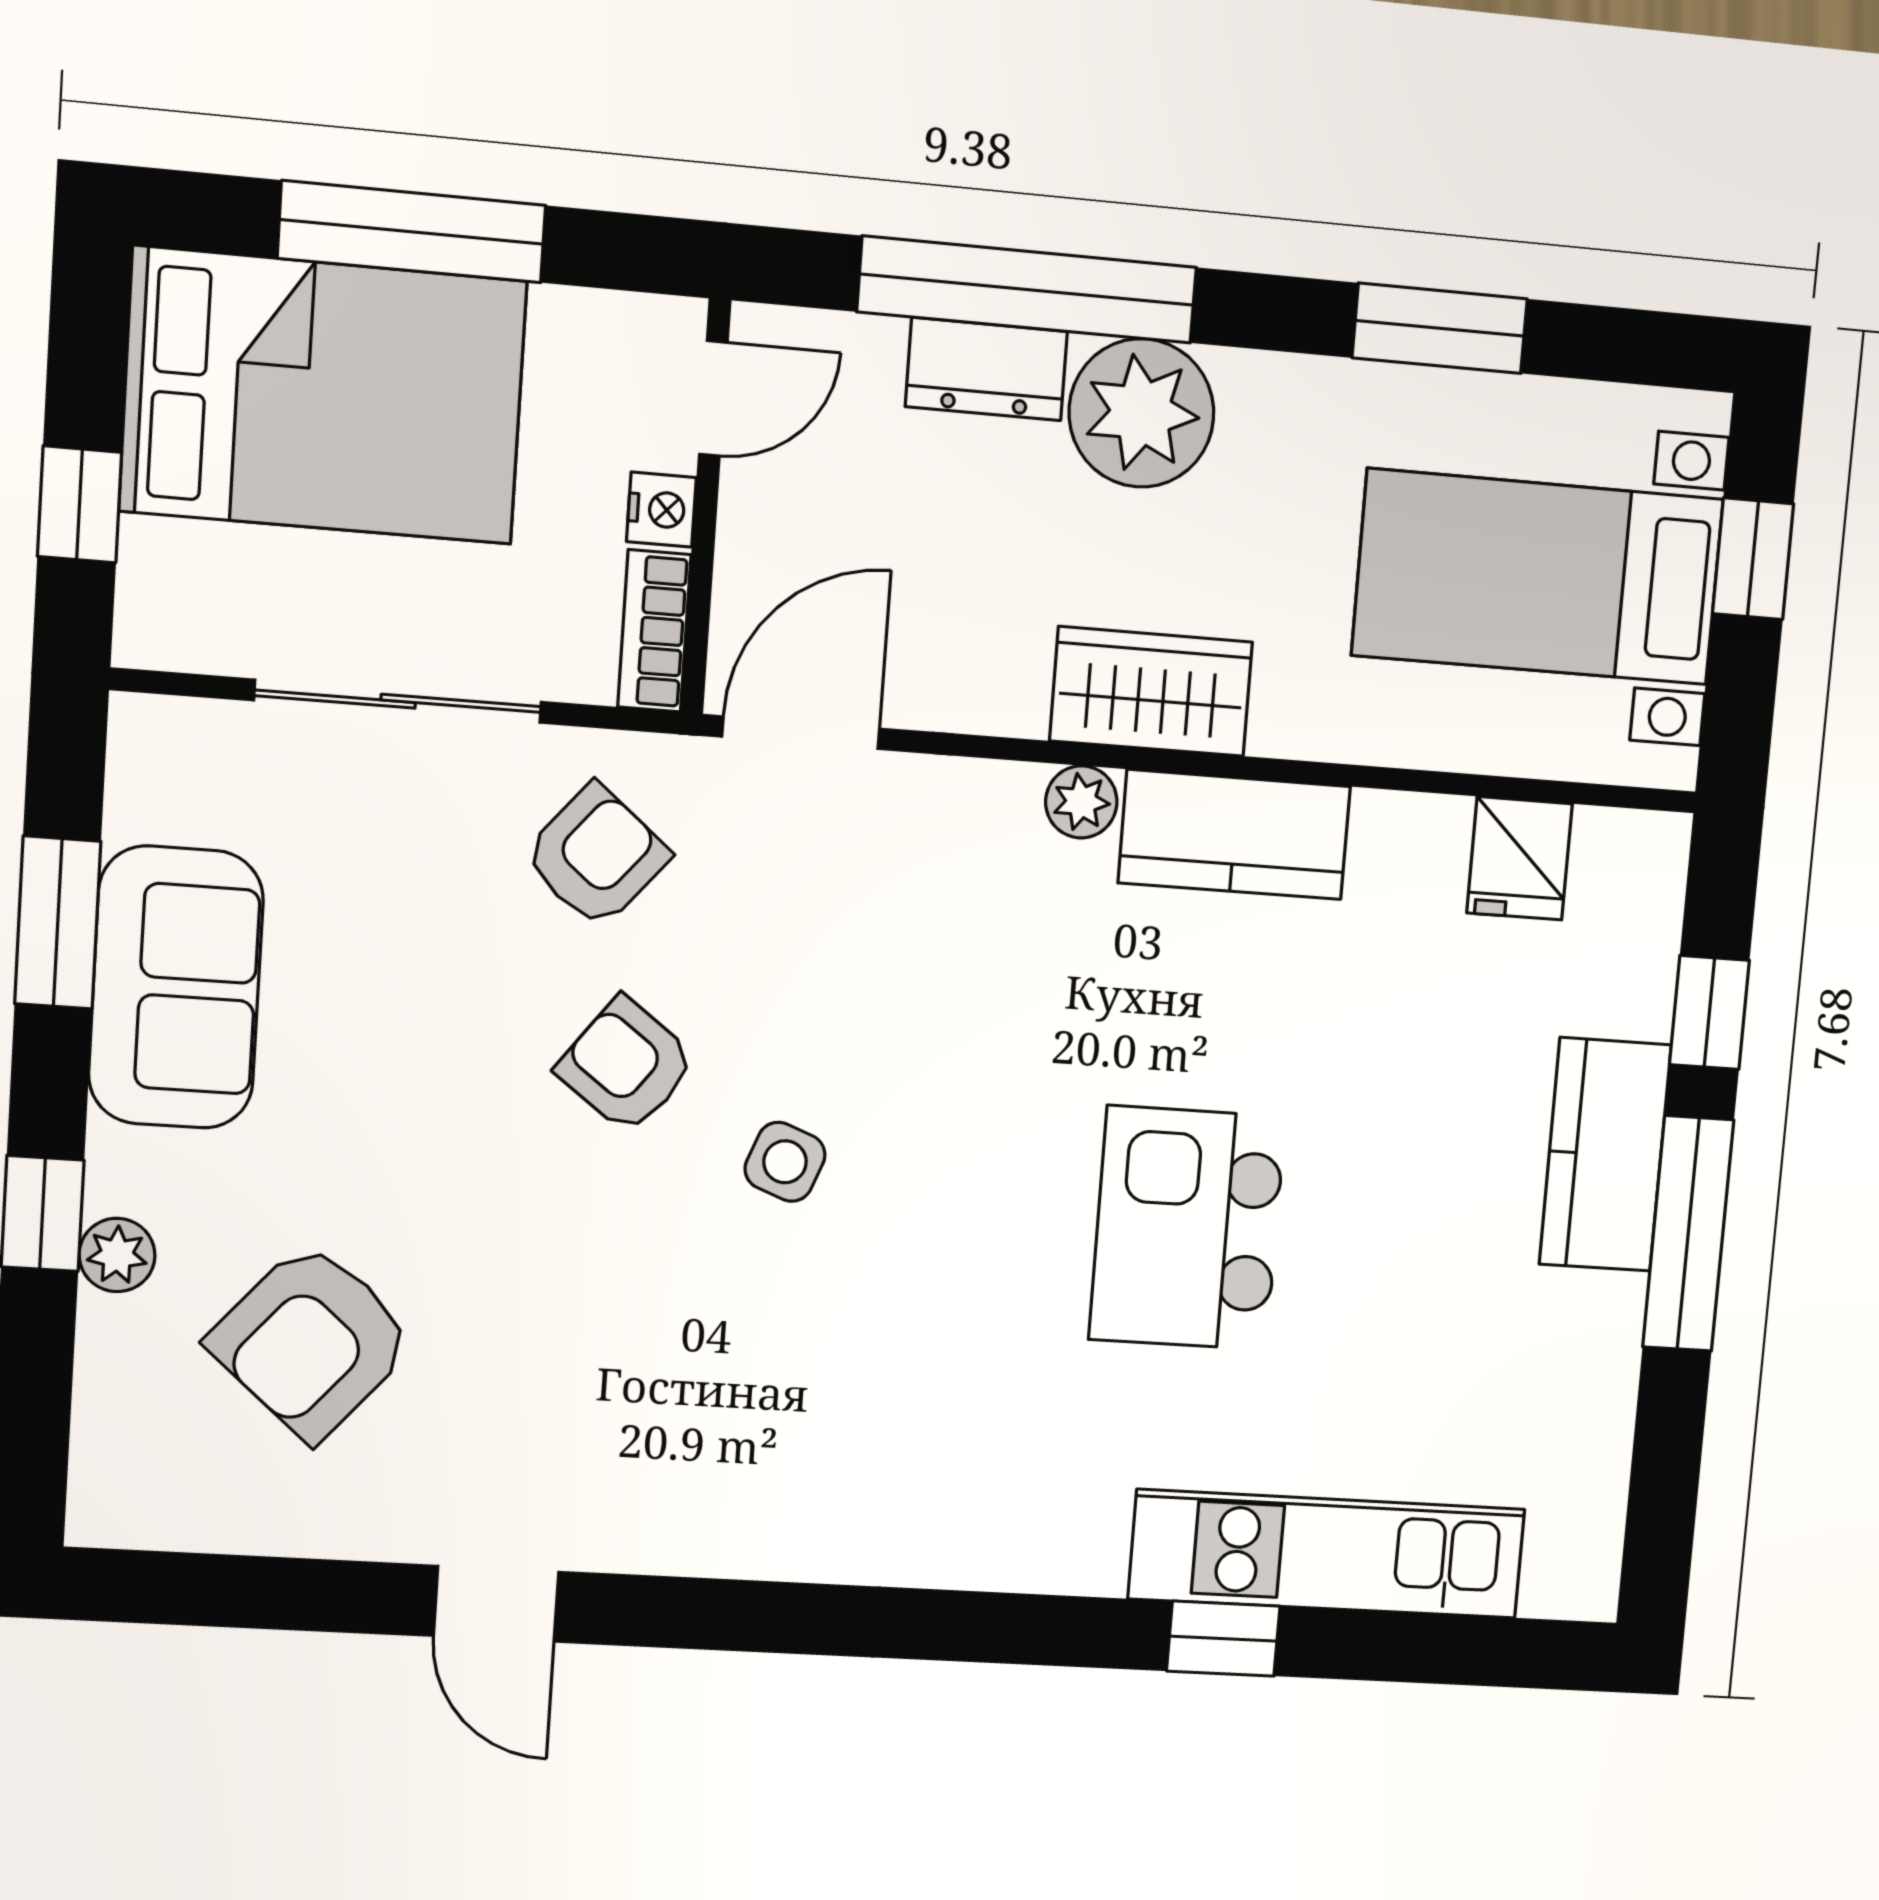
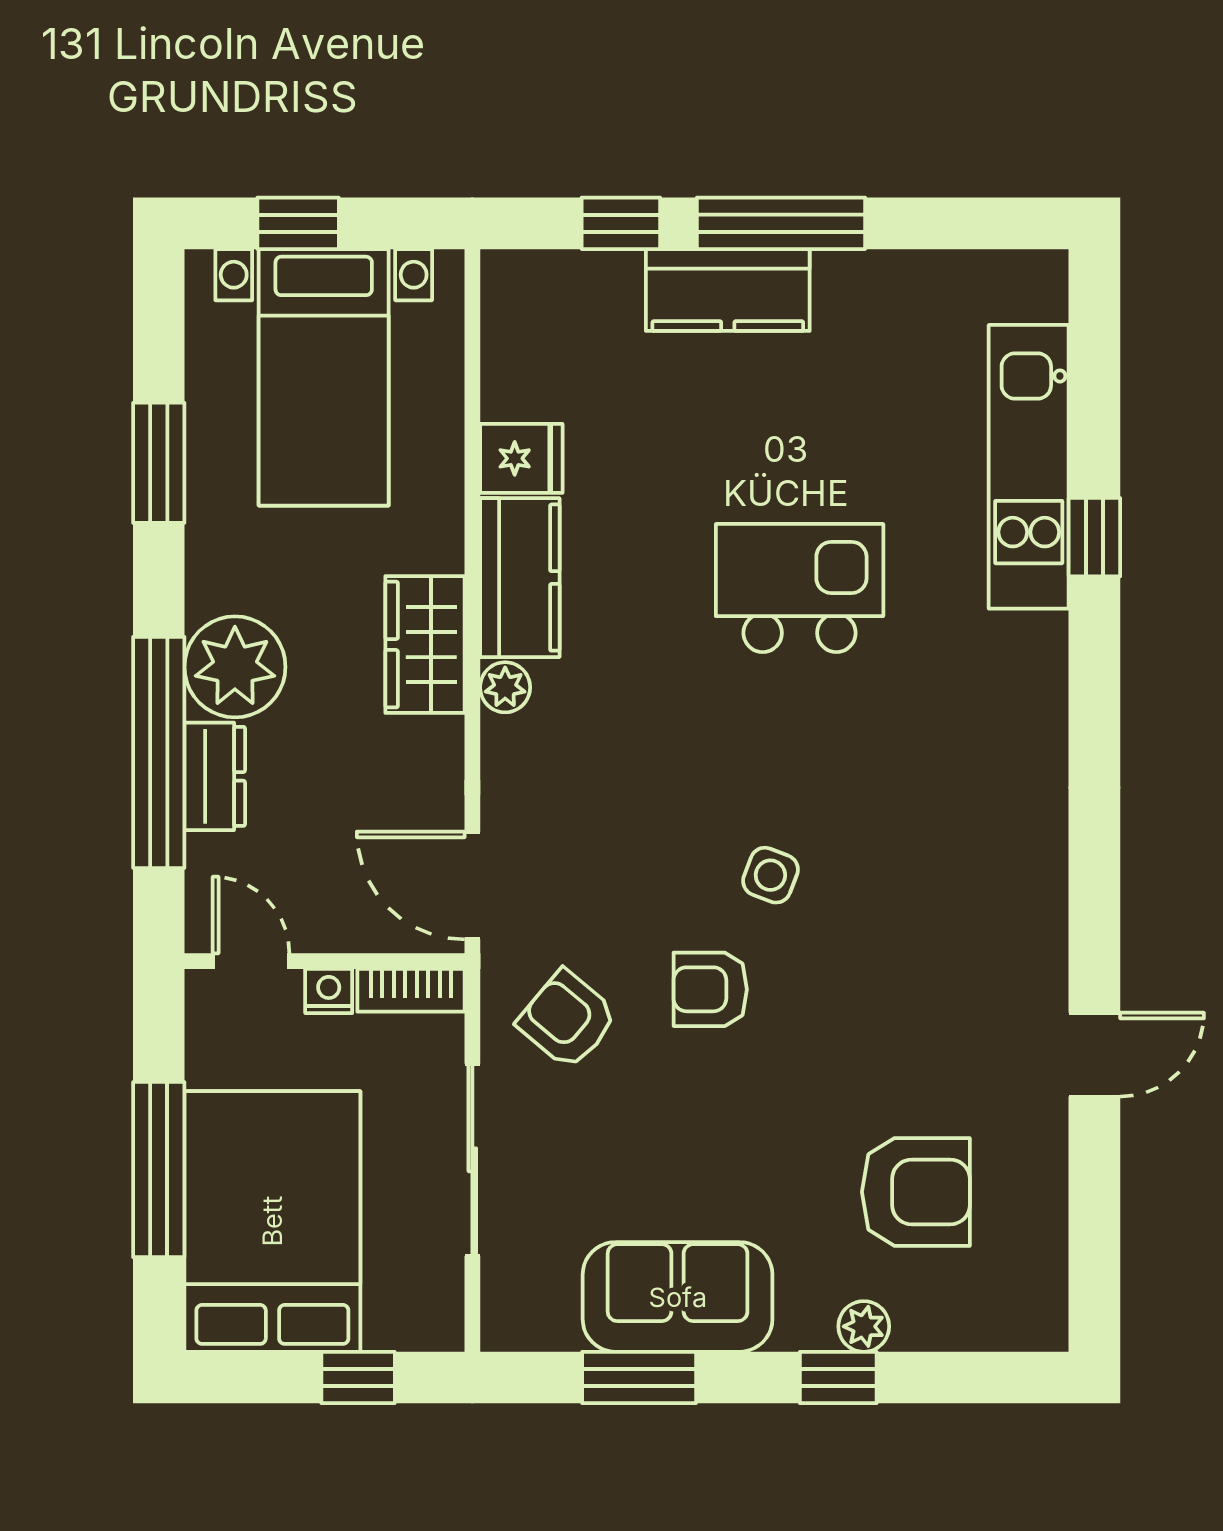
fridge: (1519, 858) -> (521, 458), moved
armchair: (626, 1065) -> (710, 989), turned 53
kitchen island: (1187, 1228) -> (800, 588), turned 180
armchair: (312, 1341) -> (916, 1192), turned -41

